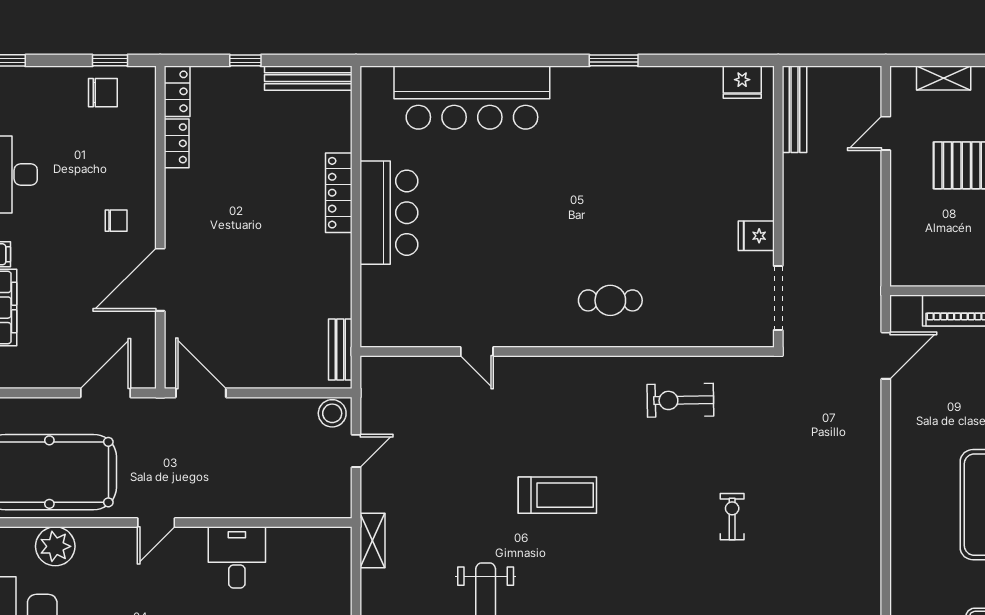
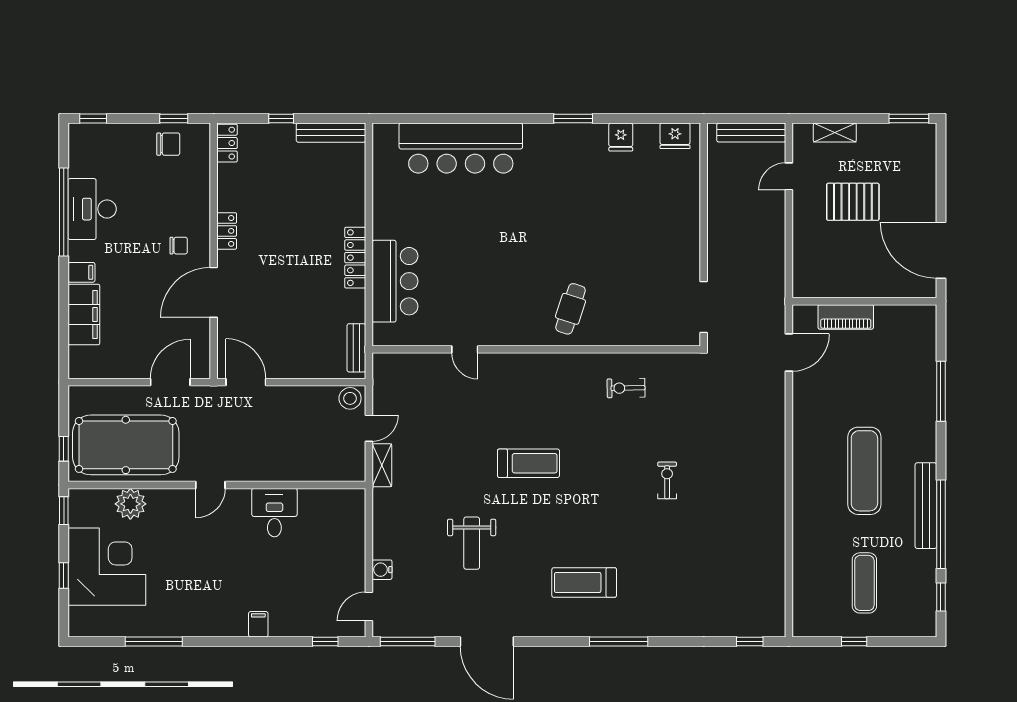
bench: (794, 109) -> (751, 133), moved, turned 90
locker: (177, 143) -> (227, 231), moved
locker: (339, 193) -> (355, 258), moved
bar counter: (389, 213) -> (395, 281), moved
fridge: (756, 236) -> (621, 137), moved, turned -90
cafe table: (610, 300) -> (570, 309), turned -72
exercise bike: (680, 400) -> (626, 388), width x0.73, depth x0.72
shelving: (372, 541) -> (382, 465), moved

